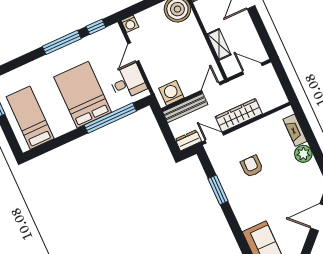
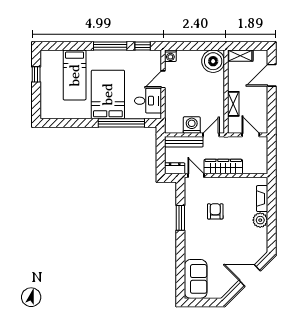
washing machine: (171, 93) -> (192, 125), moved
bed: (30, 118) -> (75, 75), moved, turned 180

